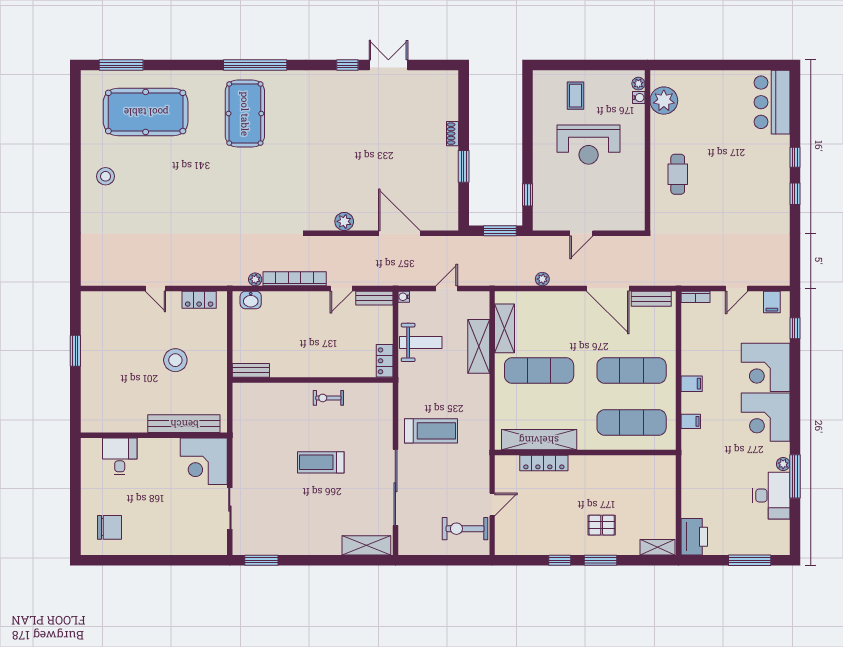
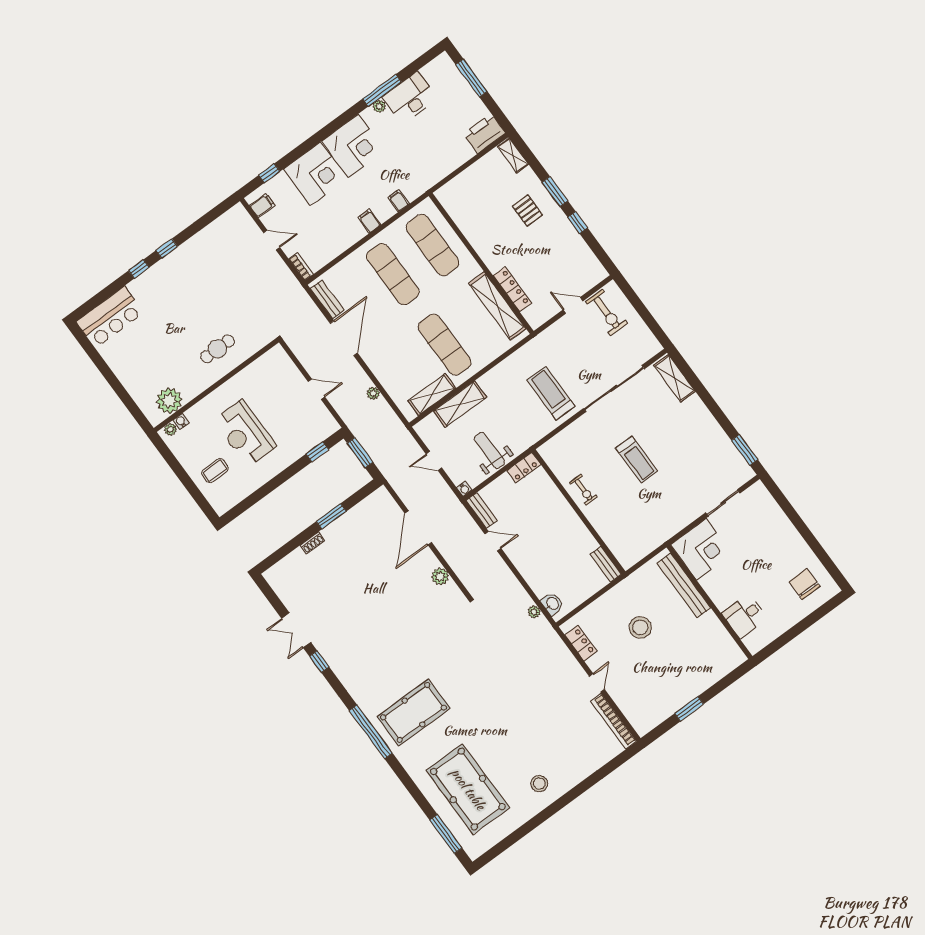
reception desk: (589, 145) -> (245, 433), turned 180
bookcase: (295, 279) -> (613, 721), moved

